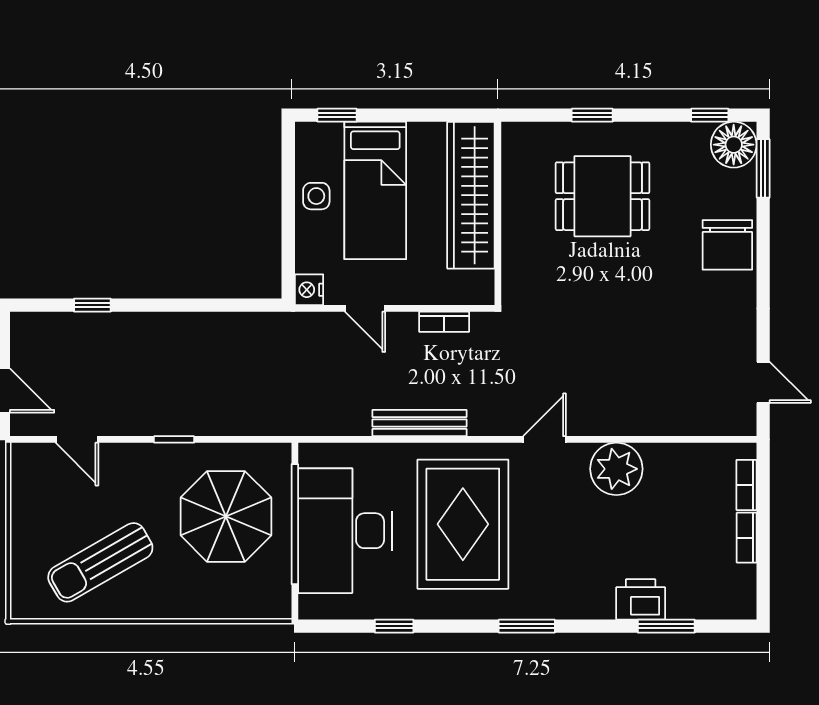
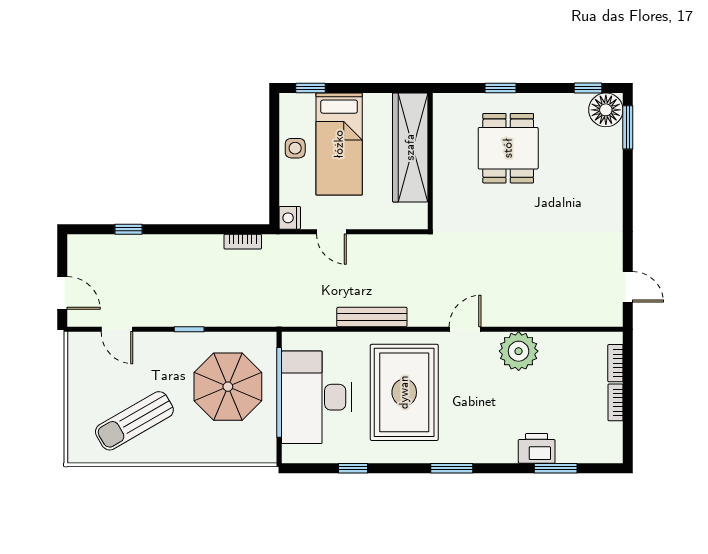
dining table: (602, 196) -> (508, 148), turned 90
chair: (727, 245) -> (601, 184), removed
bookcase: (444, 322) -> (243, 242), moved

